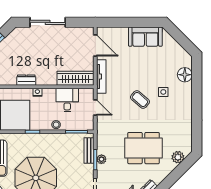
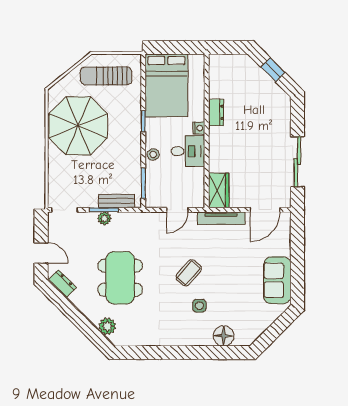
sliding door: (48, 22) -> (297, 162), moved
wardrobe: (75, 78) -> (219, 190), width x0.67
desk: (67, 100) -> (188, 151), moved

